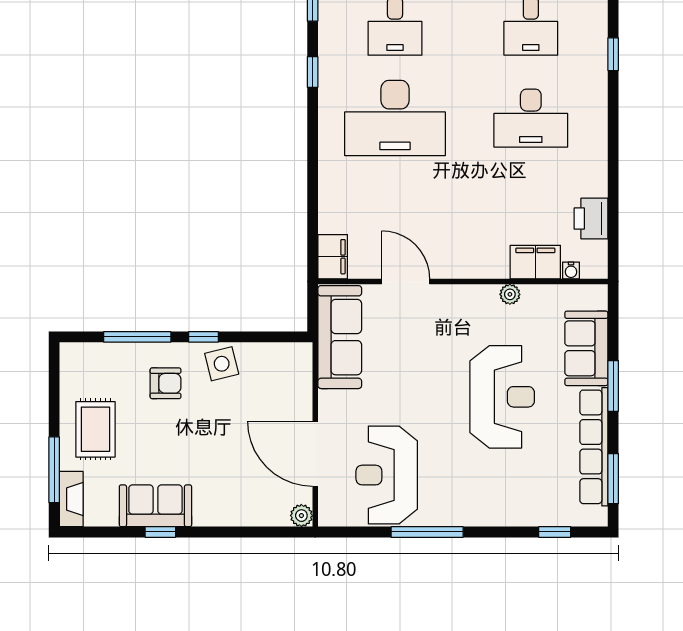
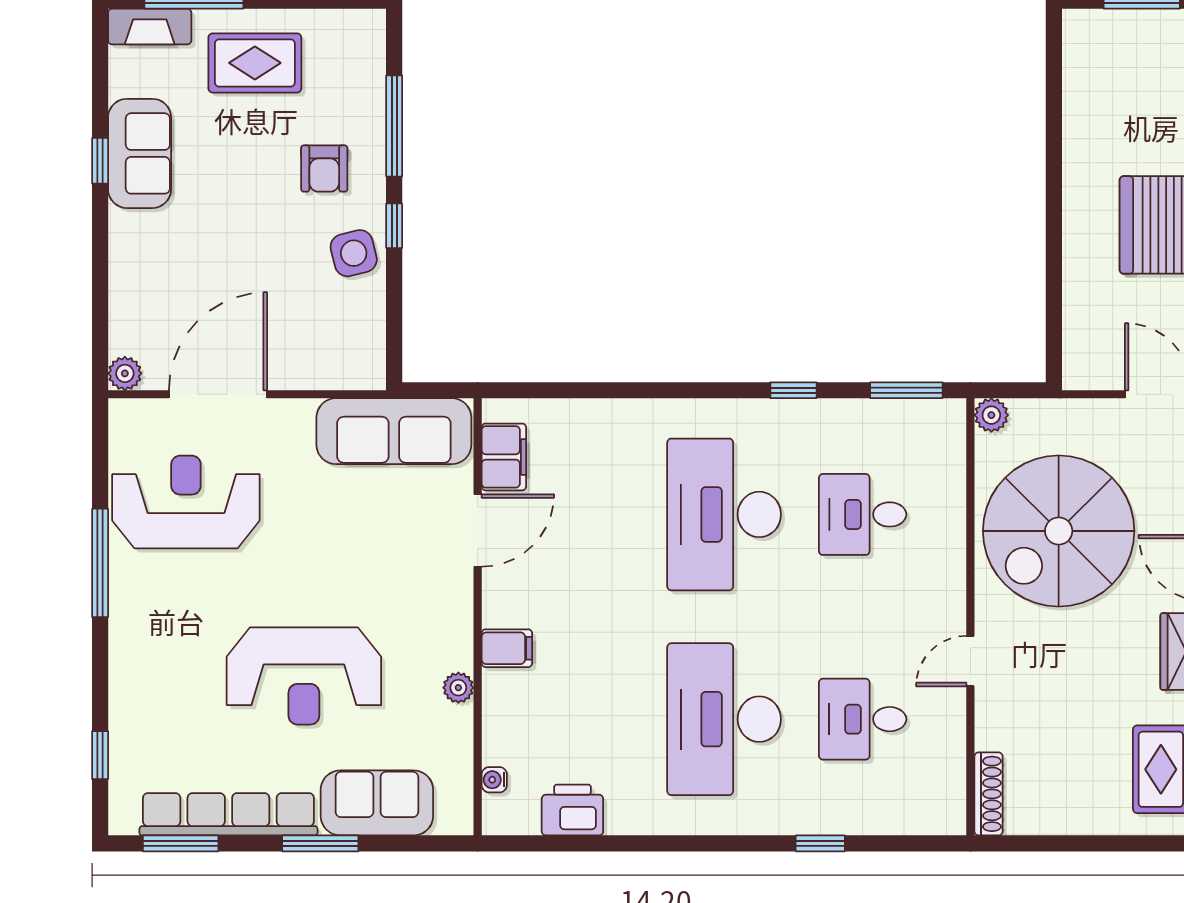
desk: (531, 118) -> (724, 719), width x1.36, depth x1.30
filing cabinet: (333, 257) -> (504, 457), moved, turned -90
filing cabinet: (535, 262) -> (507, 648), moved, width x0.50

